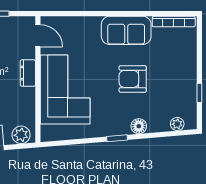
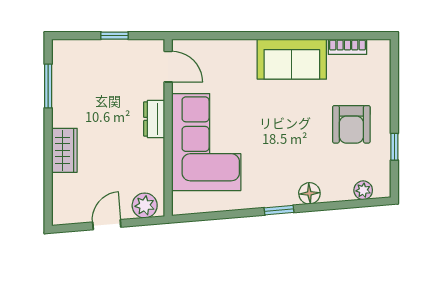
bookcase: (174, 22) -> (347, 47), width x0.64
armchair: (133, 79) -> (351, 124), moved, turned -90

